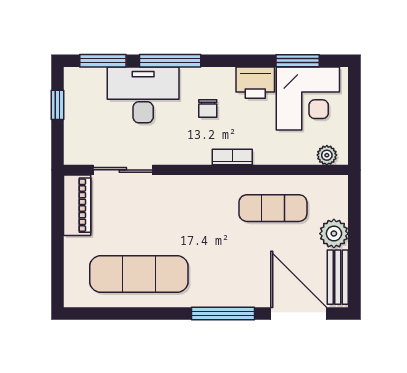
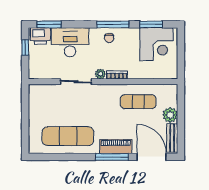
window: (170, 61) -> (113, 24), moved
printer: (255, 83) -> (40, 36), moved
chair: (208, 108) -> (109, 38), moved
plant: (327, 155) -> (100, 74), moved
sliding door: (123, 170) -> (76, 82), moved
piano: (77, 205) -> (116, 147), moved, turned -90

